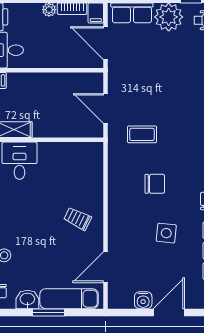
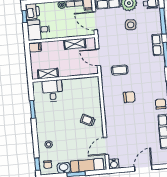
shelving: (66, 81) -> (75, 44), added
side table: (166, 233) -> (131, 25), moved
water cooler: (143, 300) -> (114, 164), moved

